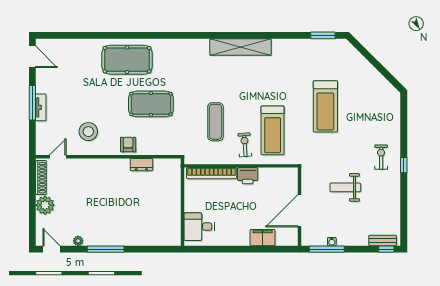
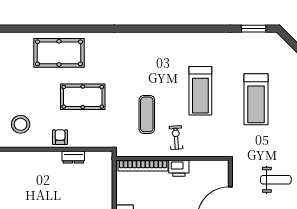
shelving: (241, 47) -> (172, 40), removed
treadmill: (273, 130) -> (200, 91), moved
weight bench: (345, 187) -> (276, 180), turned 180

